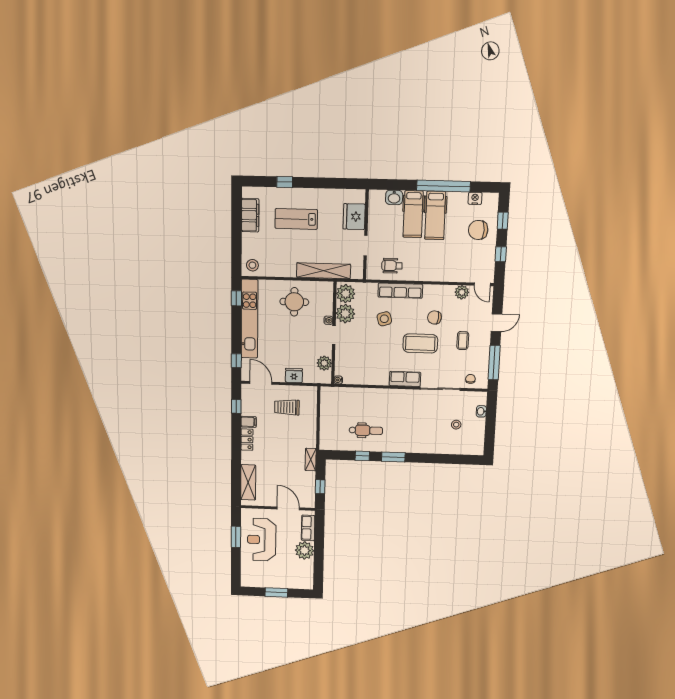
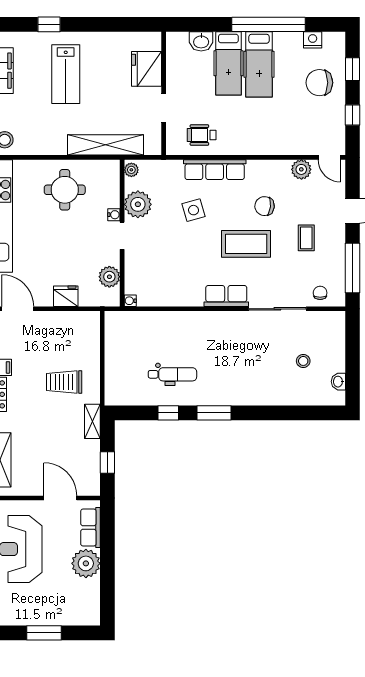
lab bench: (296, 219) -> (66, 74), turned -90
plant: (346, 294) -> (131, 170), width x0.53, depth x0.53
trolley: (287, 407) -> (64, 382), moved
washbasin: (481, 411) -> (338, 382), moved

